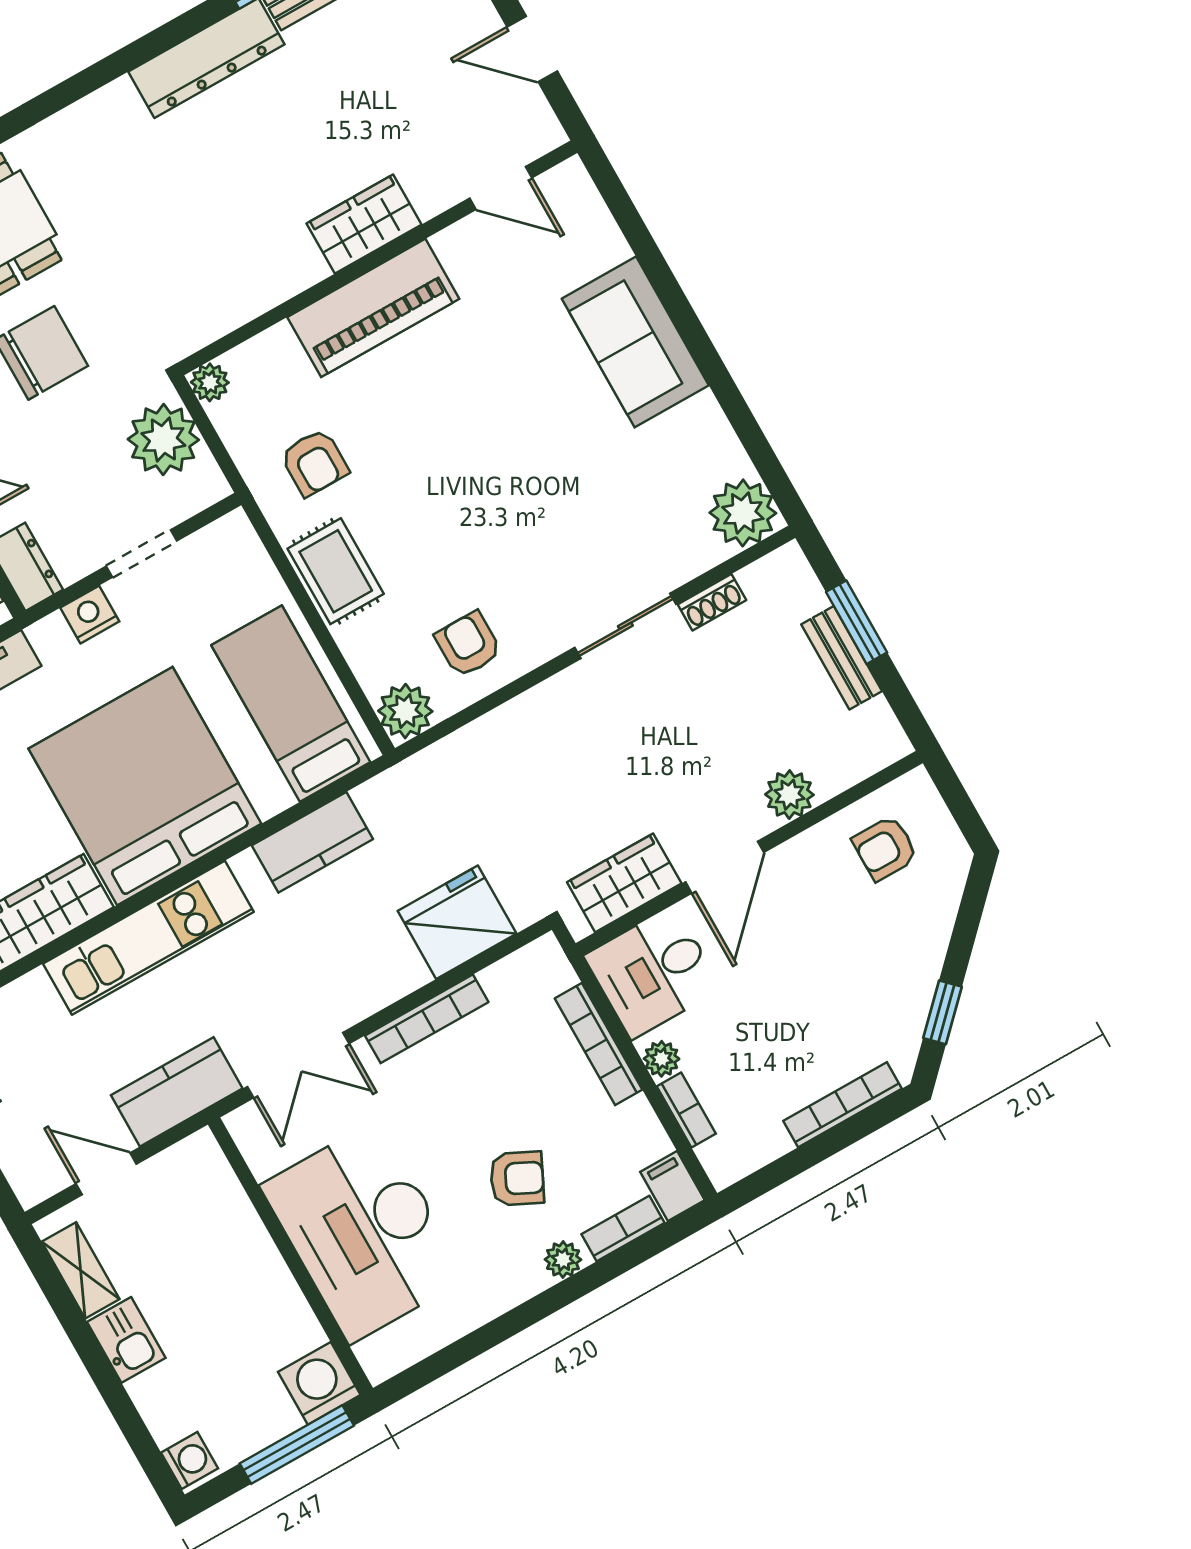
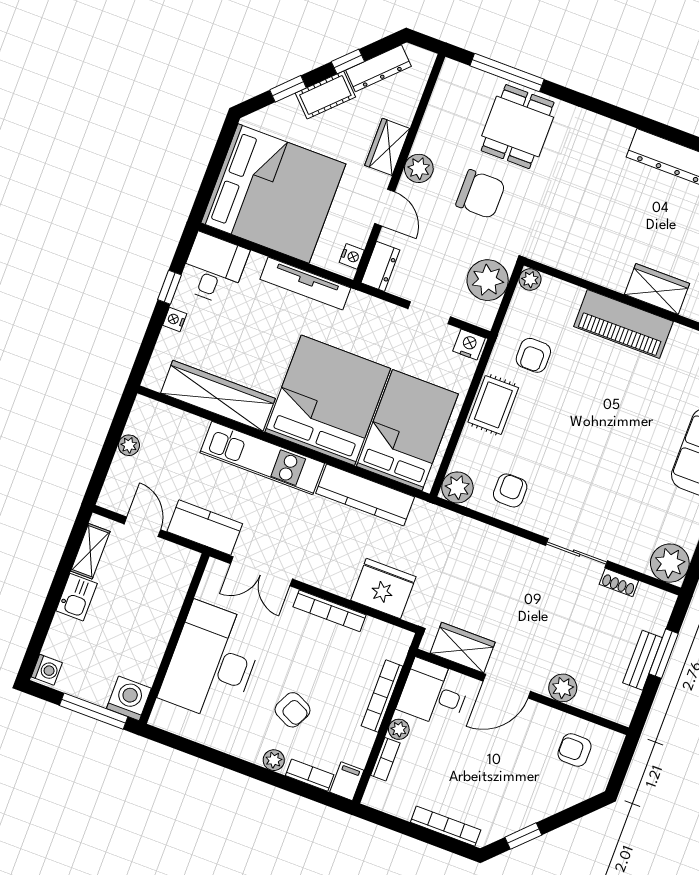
nightstand: (90, 615) -> (469, 345), moved
bed: (291, 704) -> (407, 430), width x1.50
kitchen counter: (312, 842) -> (365, 495), width x1.50

